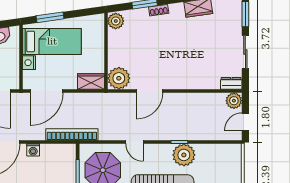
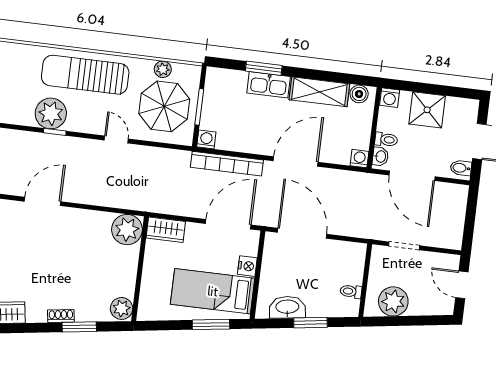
door: (150, 91) -> (43, 201), moved
bookcase: (72, 134) -> (227, 164), moved
washing machine: (33, 150) -> (206, 139), moved

